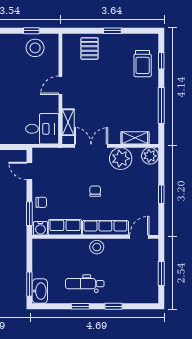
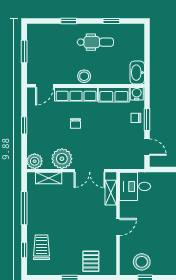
chair: (95, 191) -> (76, 123), moved
window: (29, 214) -> (147, 120), moved
window: (29, 284) -> (147, 42), removed
washbasin: (40, 291) -> (137, 73), moved
window: (80, 306) -> (111, 21), moved

